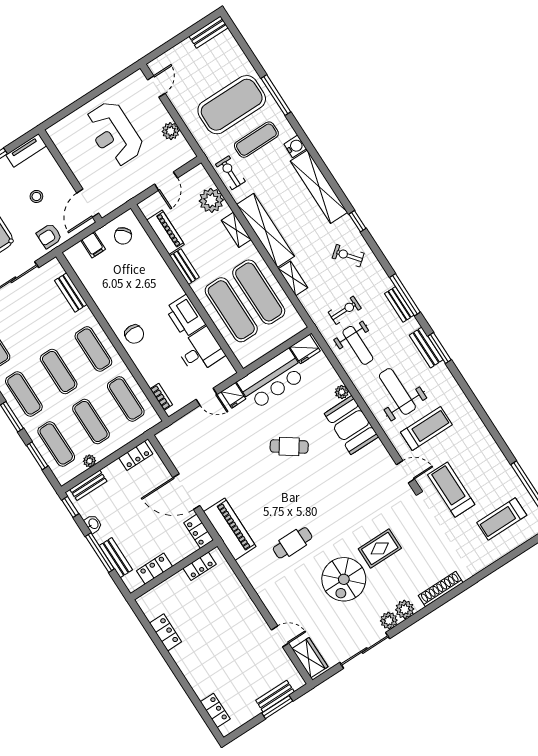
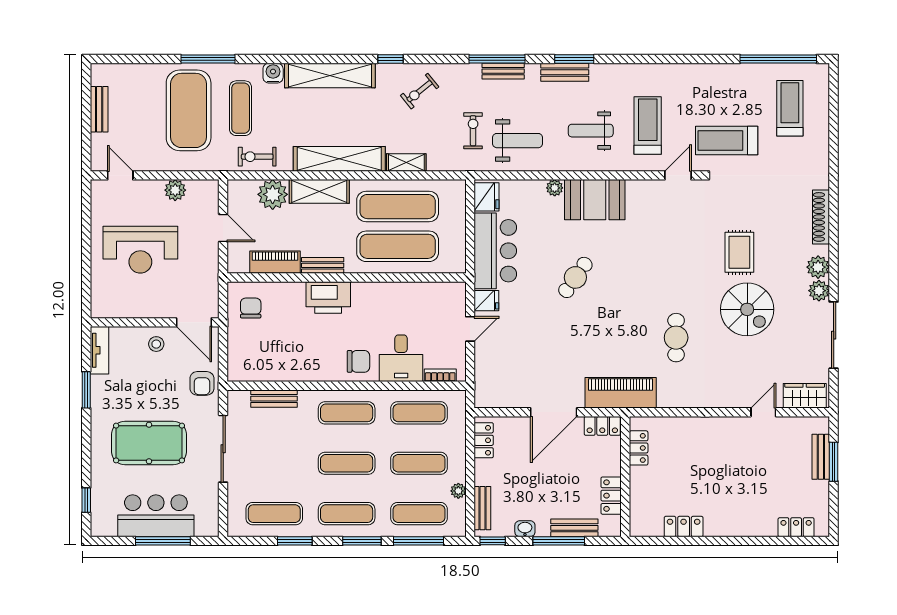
bench: (209, 32) -> (99, 109), moved
stool: (36, 196) -> (156, 344), moved
shelving: (236, 230) -> (319, 191), width x1.50, depth x1.33
chair: (123, 236) -> (251, 308), turned -134
filing cabinet: (93, 245) -> (240, 344), removed
printer: (185, 316) -> (328, 297), moved
desk: (200, 351) -> (401, 358), moved, turned 180
weight bench: (397, 391) -> (591, 131), width x0.73, depth x0.75
window: (37, 456) -> (418, 541), width x1.44
treadmill: (502, 519) -> (790, 108), turned 180

